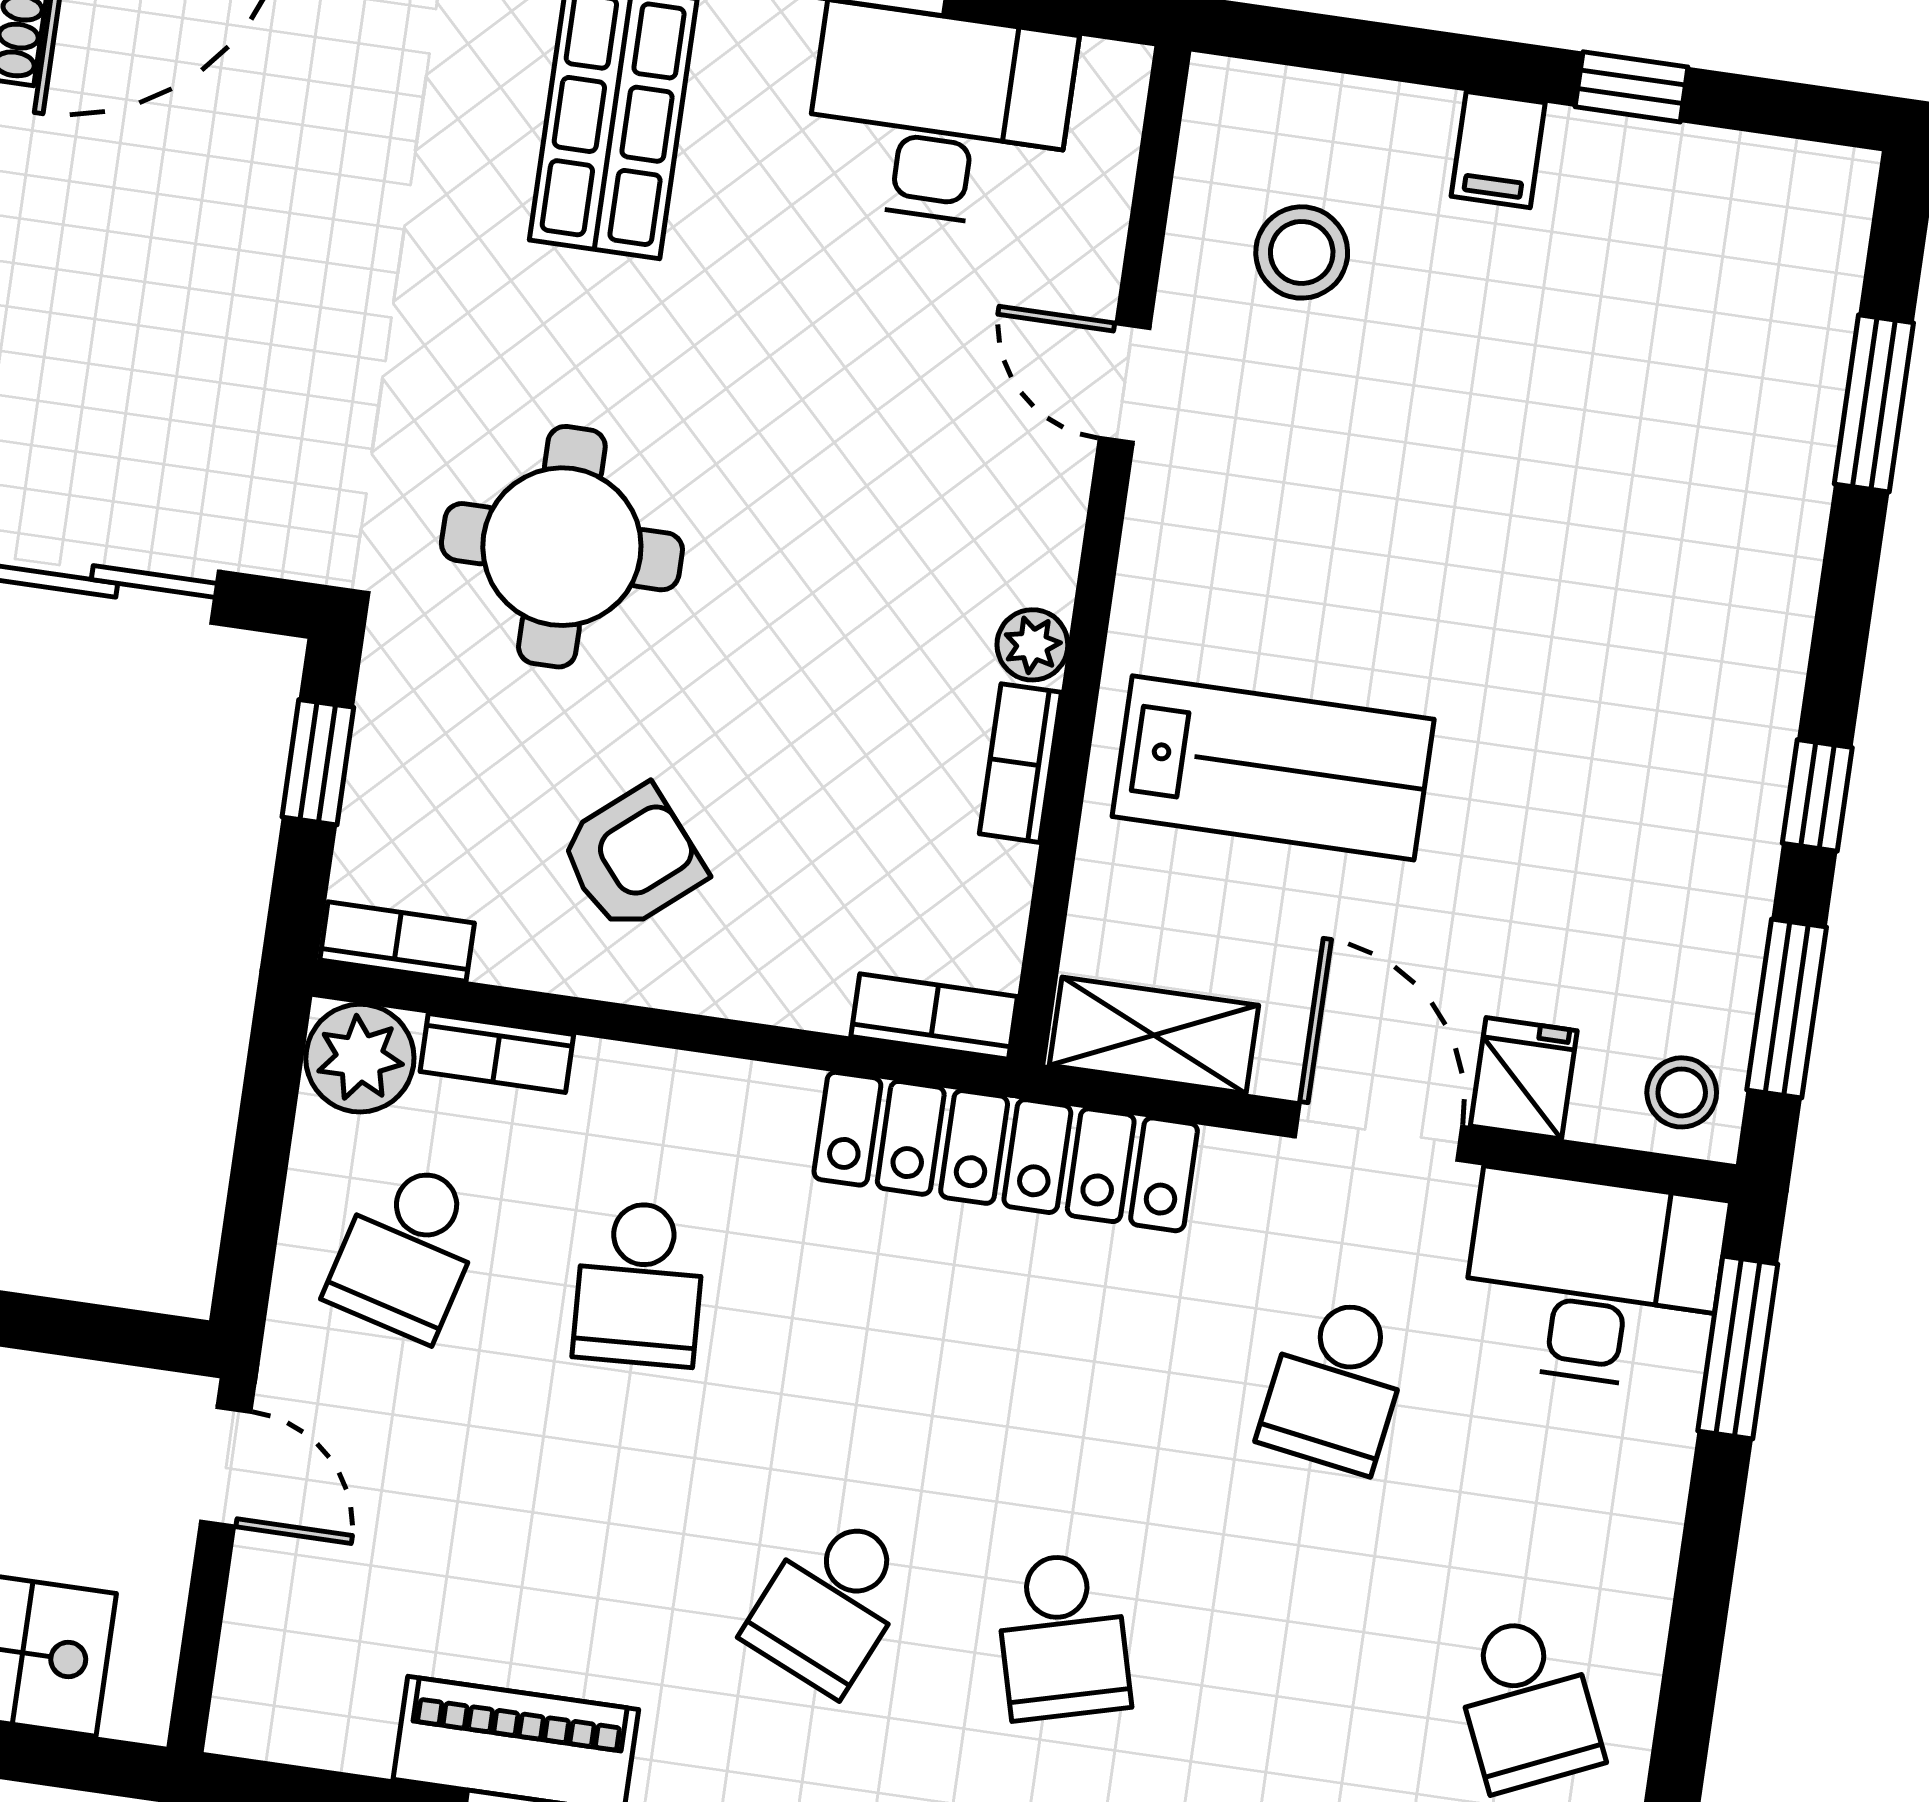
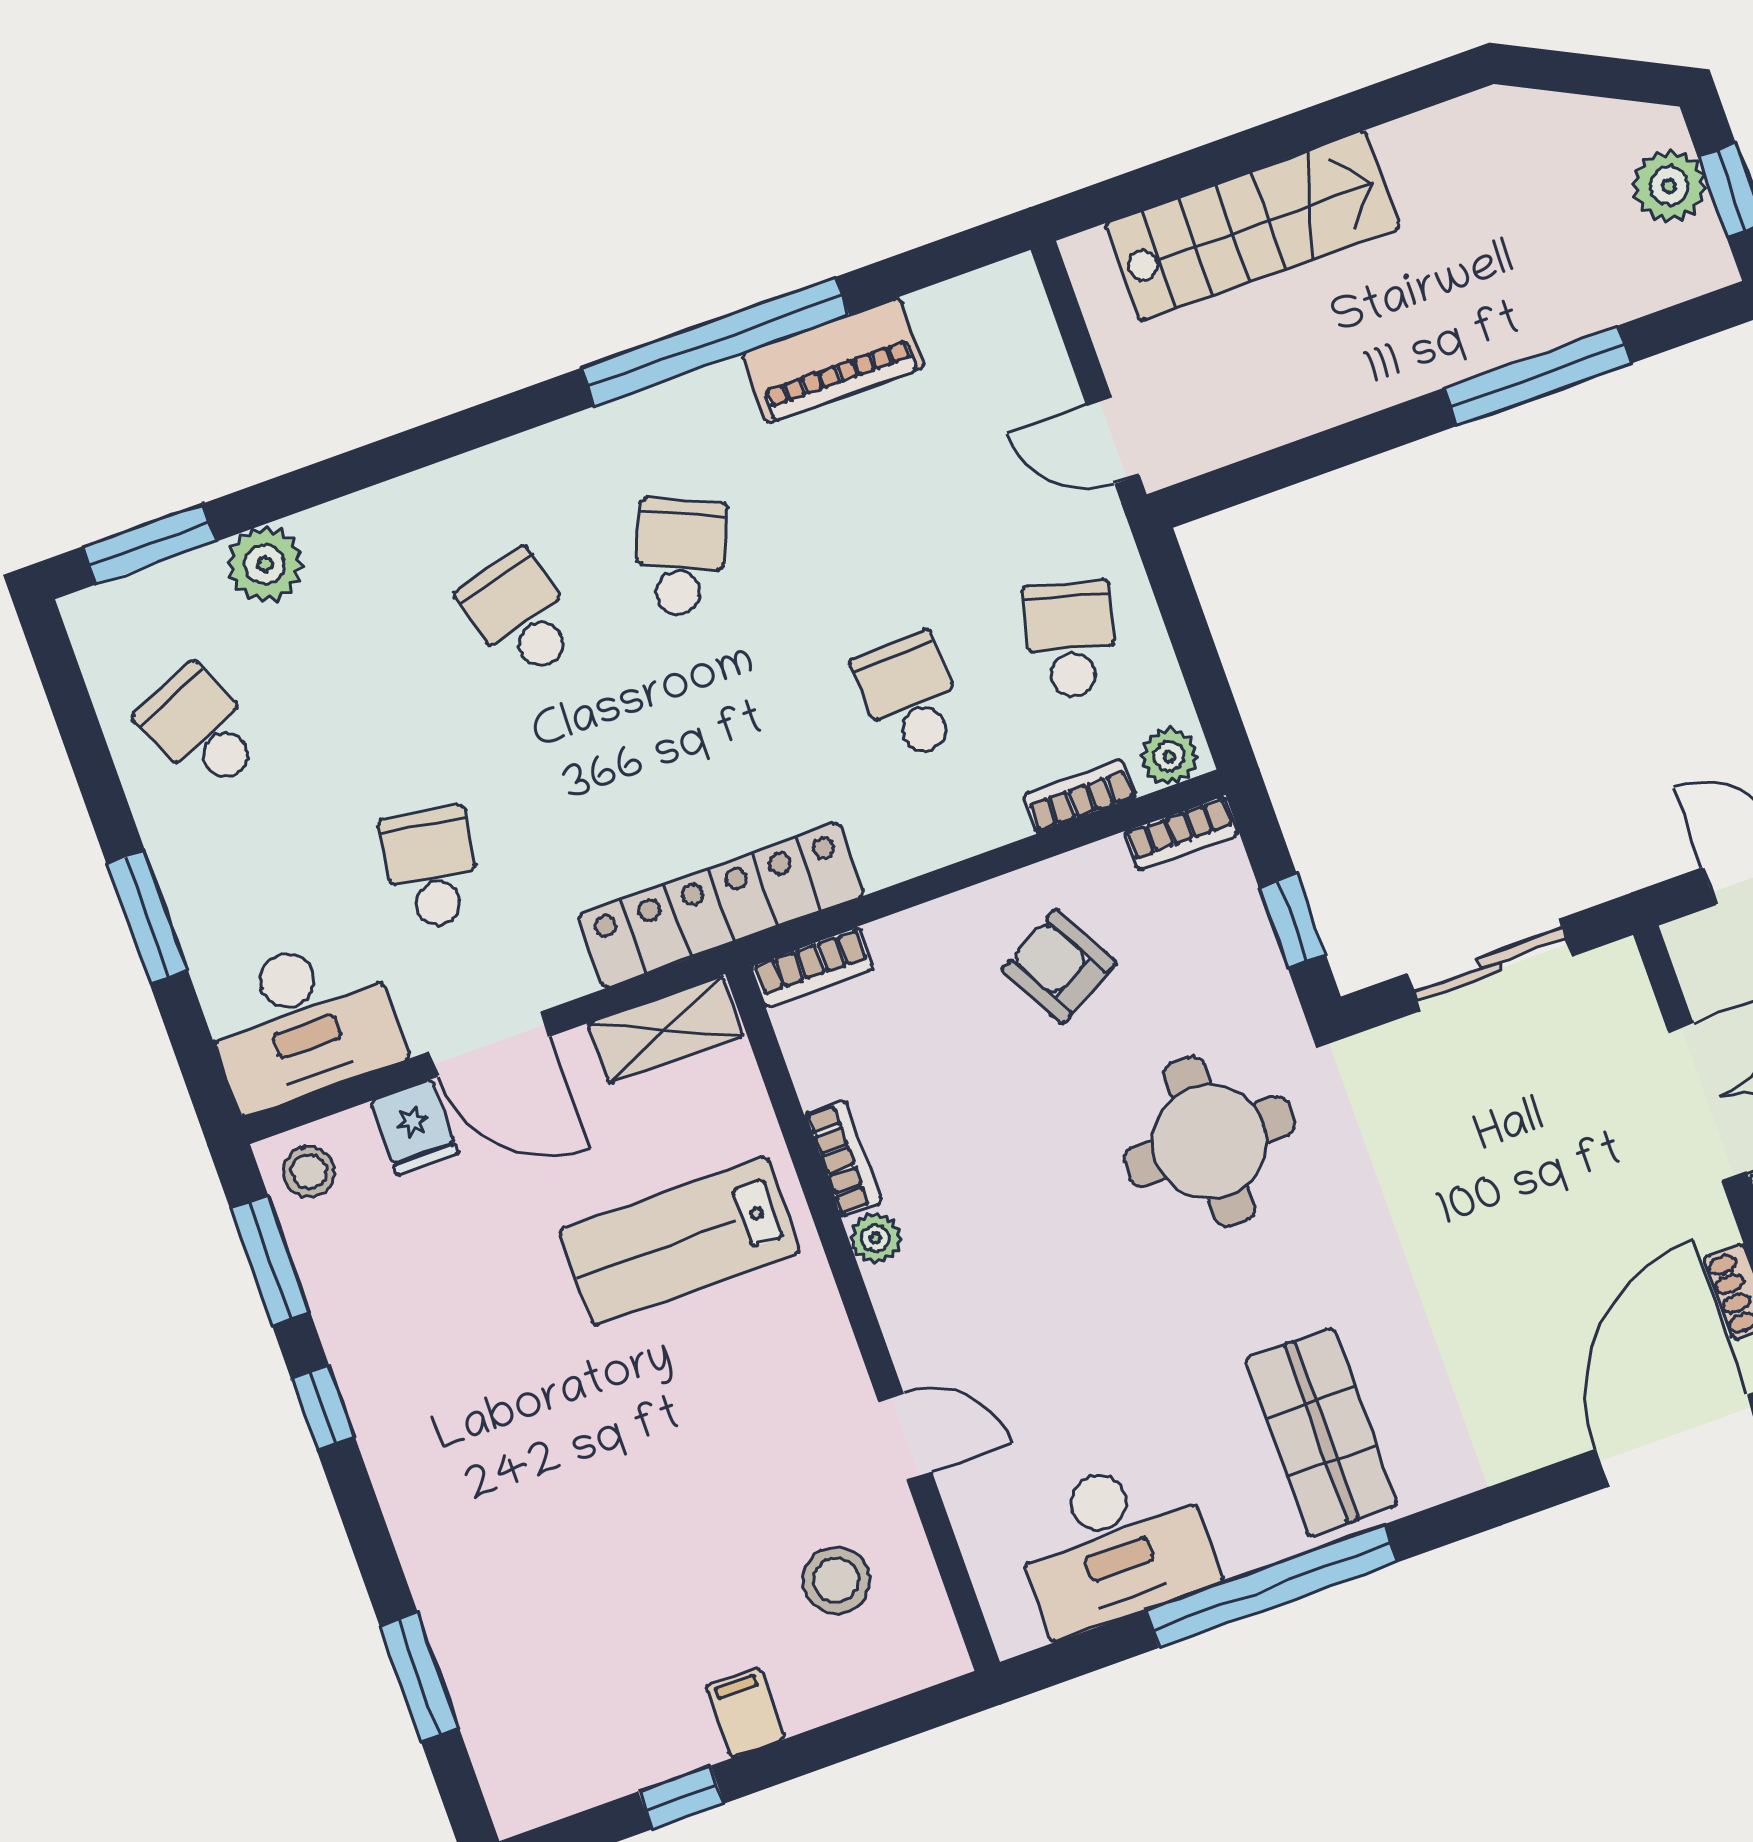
armchair: (632, 858) -> (1059, 966), turned 101
plant: (360, 1058) -> (1169, 756), width x0.73, depth x0.73
window: (1738, 1348) -> (147, 917), moved

